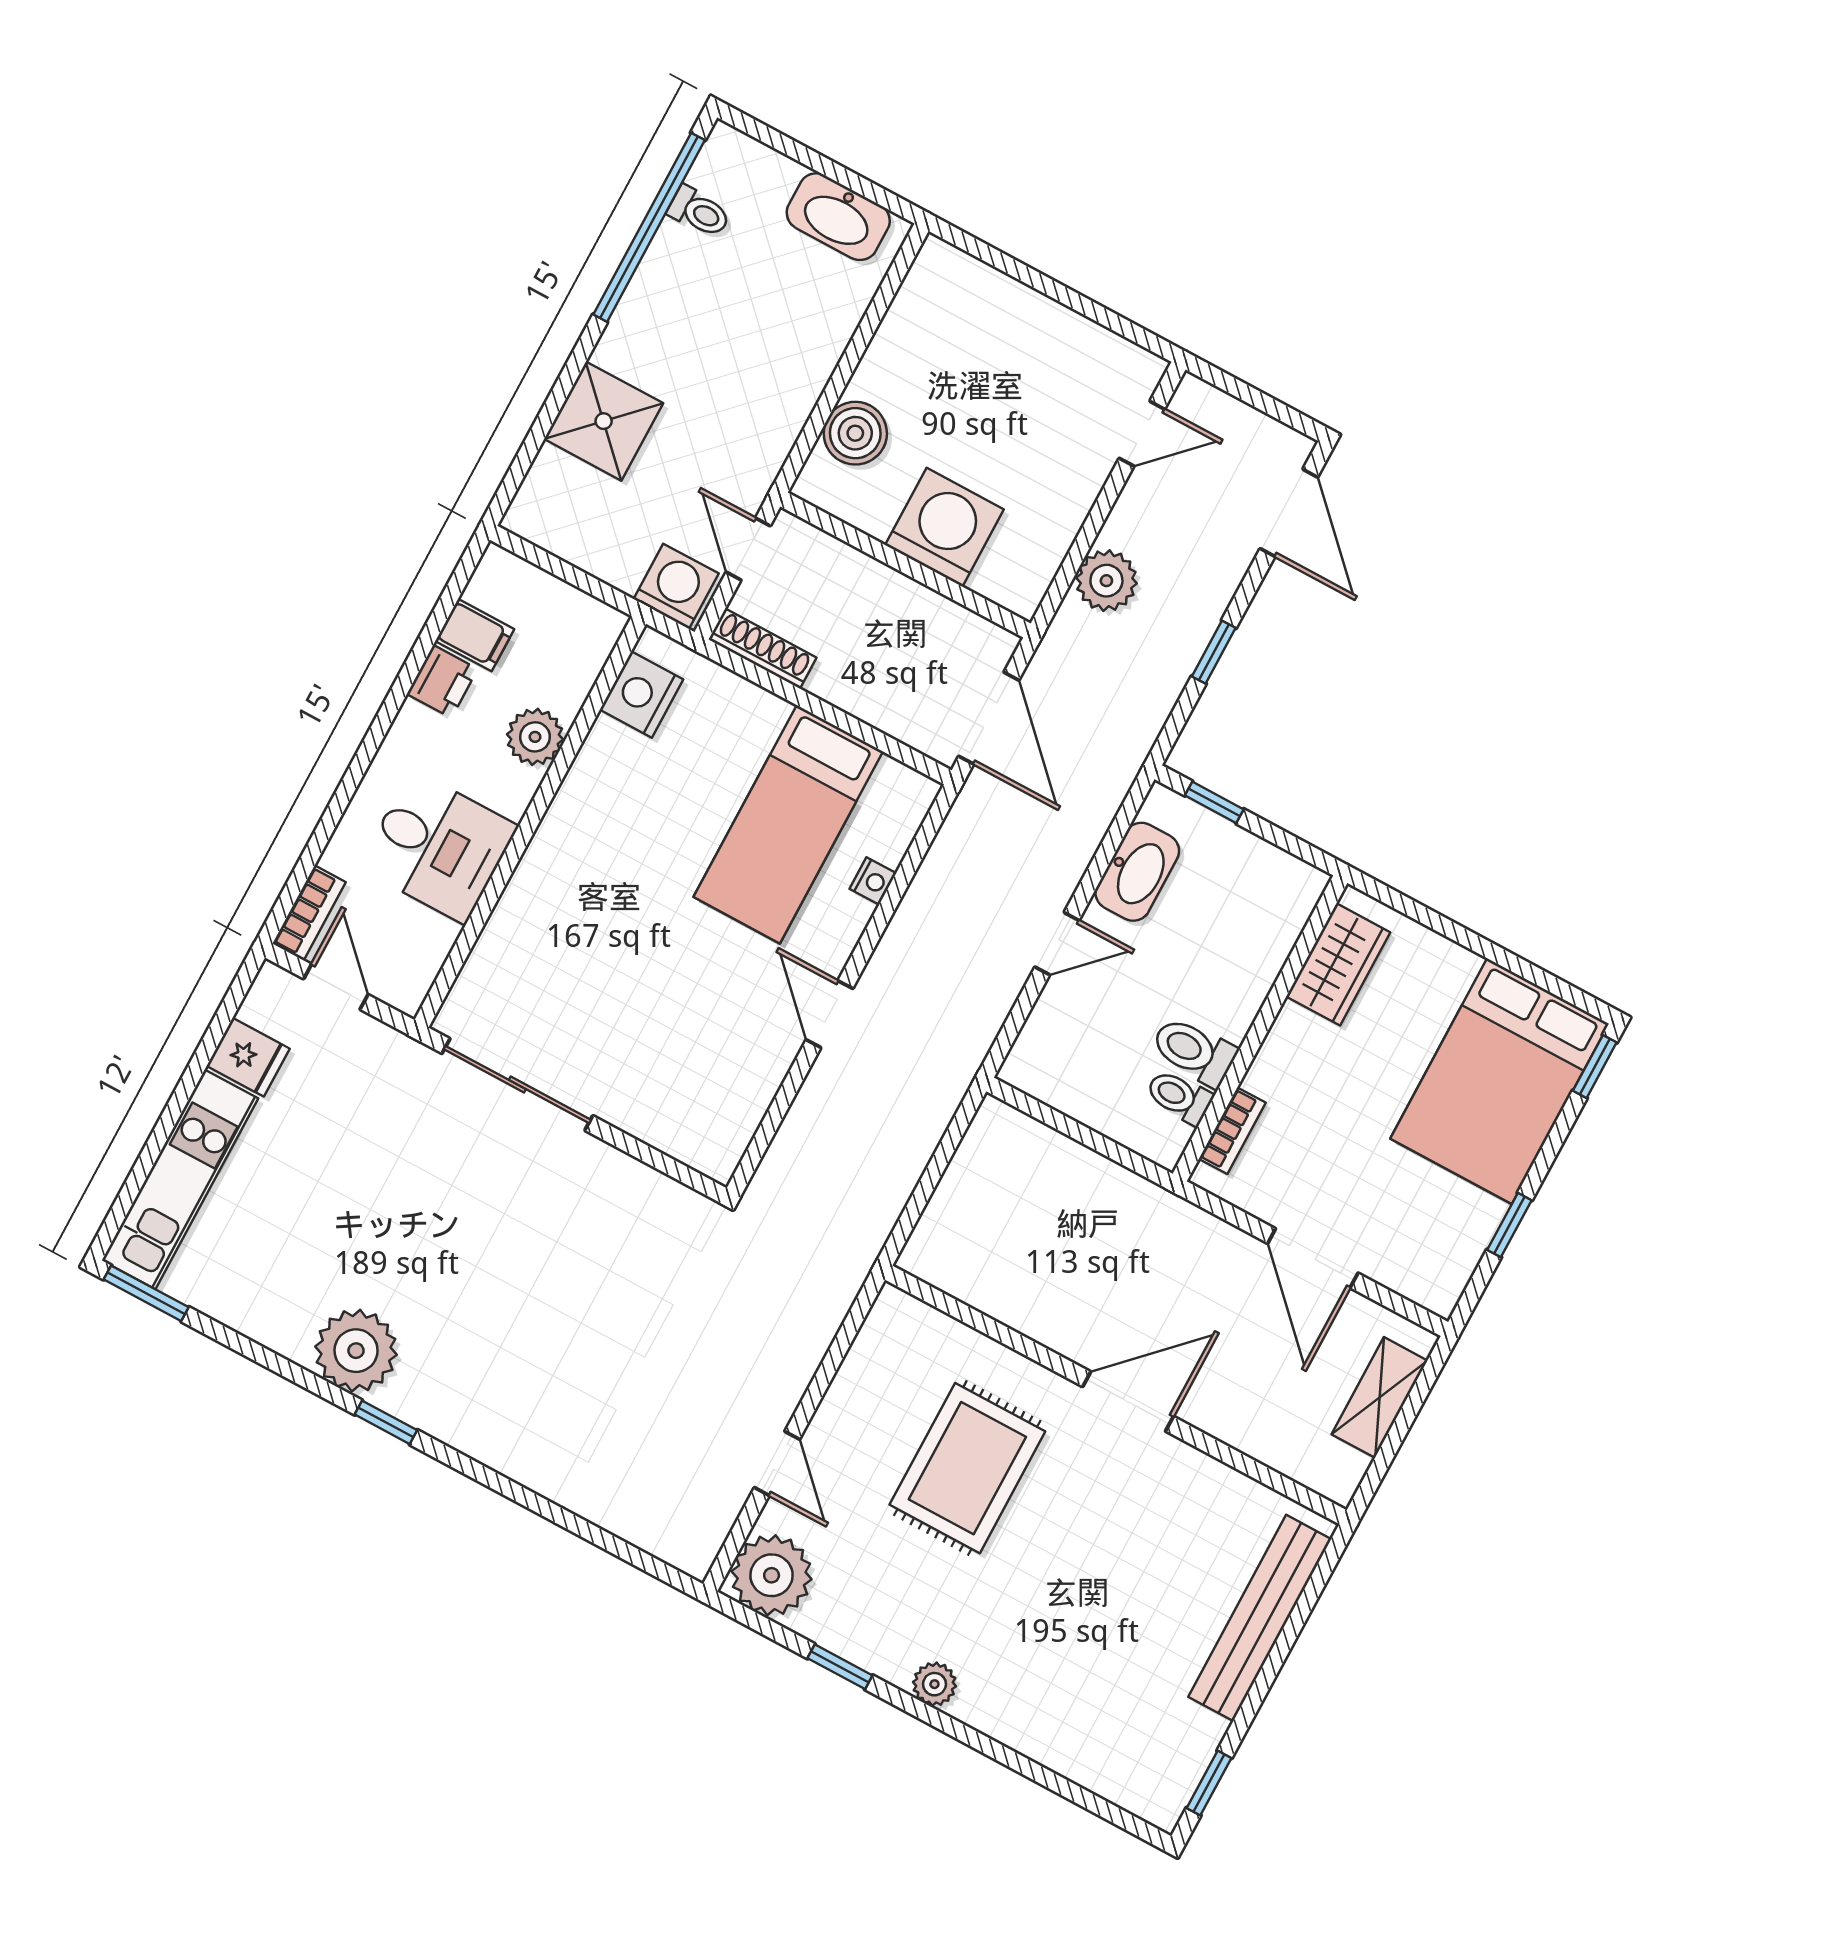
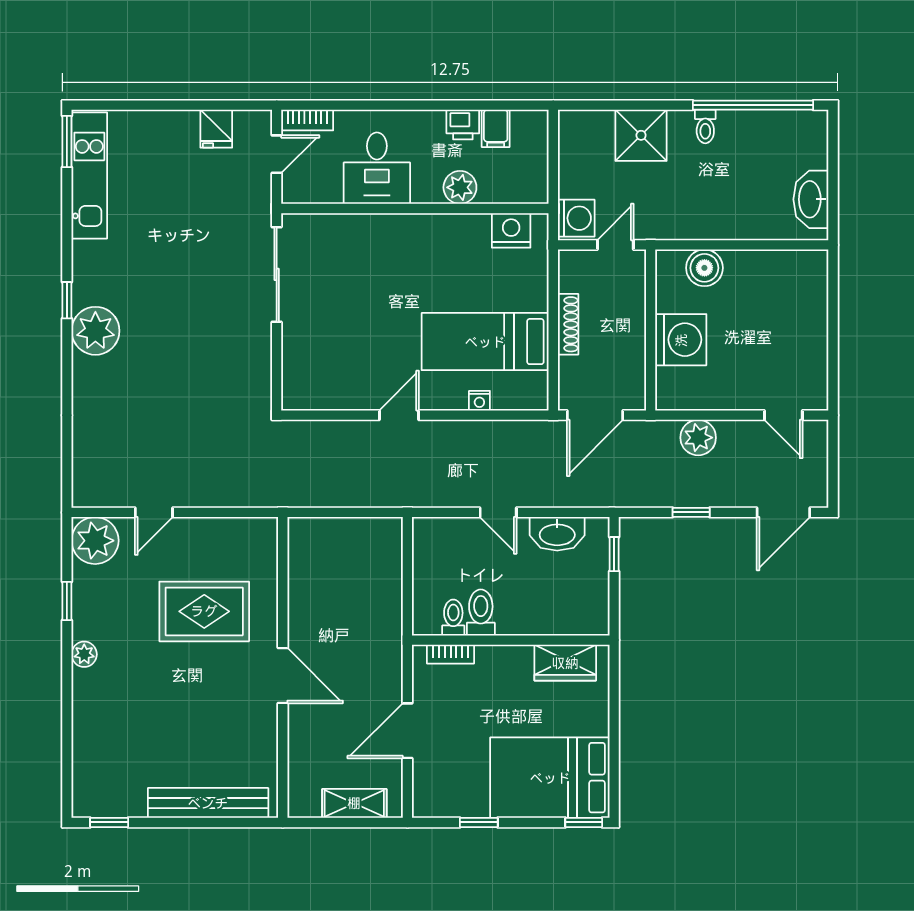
toilet: (699, 212) -> (705, 126), moved
shoe rack: (763, 649) -> (568, 324), moved
kitchen unit: (180, 1179) -> (89, 175), moved, turned -90
plant: (356, 1351) -> (95, 331), moved

